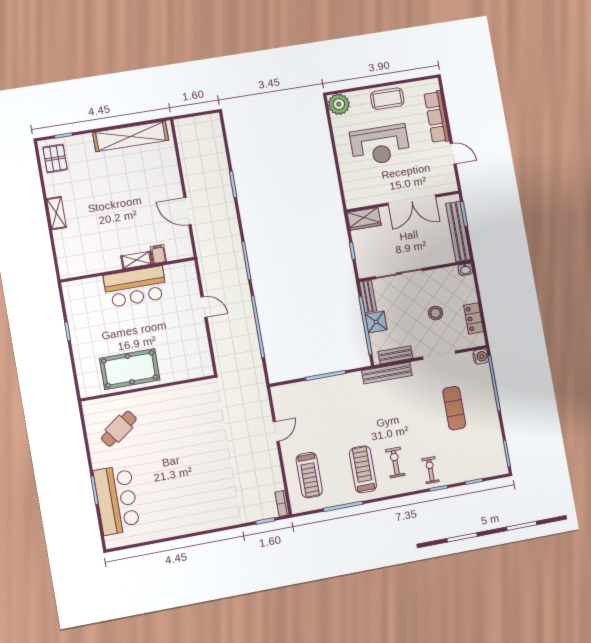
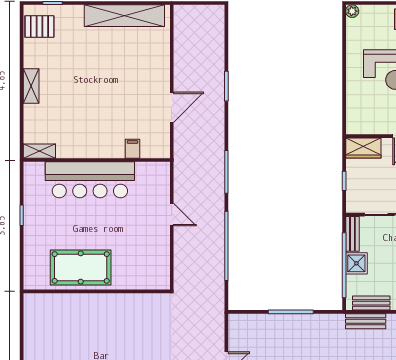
plant: (339, 104) -> (352, 11), width x0.53, depth x0.53
pallet: (55, 158) -> (39, 27), turned 90
door: (187, 211) -> (172, 107), swing flipped
shelving: (136, 260) -> (39, 151), moved
bar counter: (135, 287) -> (90, 180), width x1.36
bench: (387, 373) -> (366, 321), width x0.73
cafe table: (119, 429) -> (58, 329), removed

